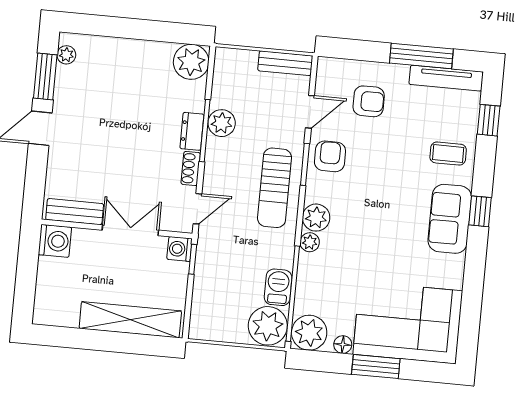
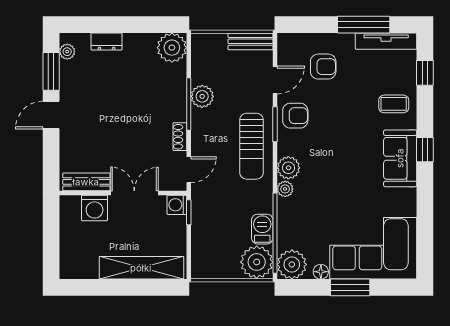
dresser: (192, 131) -> (107, 41), moved, turned -90
armchair: (330, 156) -> (295, 116), turned 90
washing machine: (55, 241) -> (95, 208), moved, turned 90

